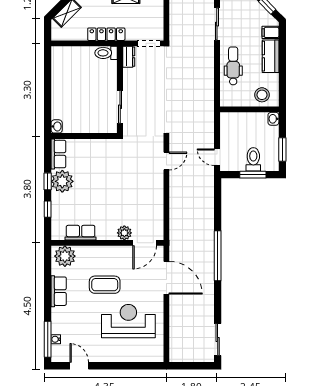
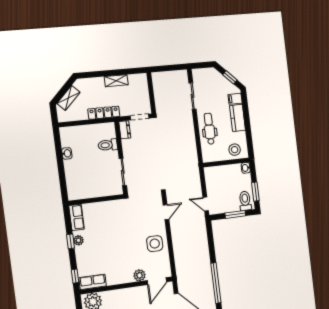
toilet: (106, 53) -> (108, 145), moved
washbasin: (57, 126) -> (67, 153), moved
toilet: (253, 159) -> (245, 201), moved
plant: (62, 181) -> (78, 240), width x0.53, depth x0.53
side table: (148, 197) -> (155, 244), added
window: (48, 209) -> (75, 276), moved
row of seats: (81, 233) -> (93, 282), moved

